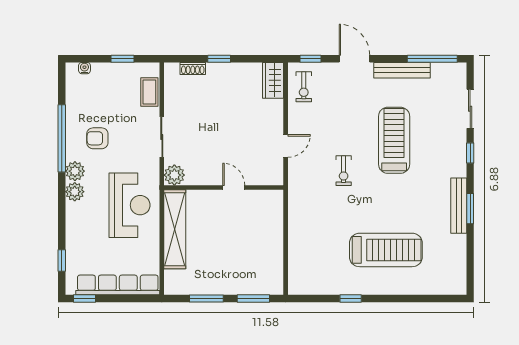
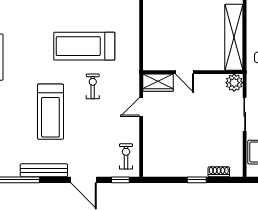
wardrobe: (273, 80) -> (158, 83), moved, turned 90
treadmill: (386, 250) -> (84, 46), moved

